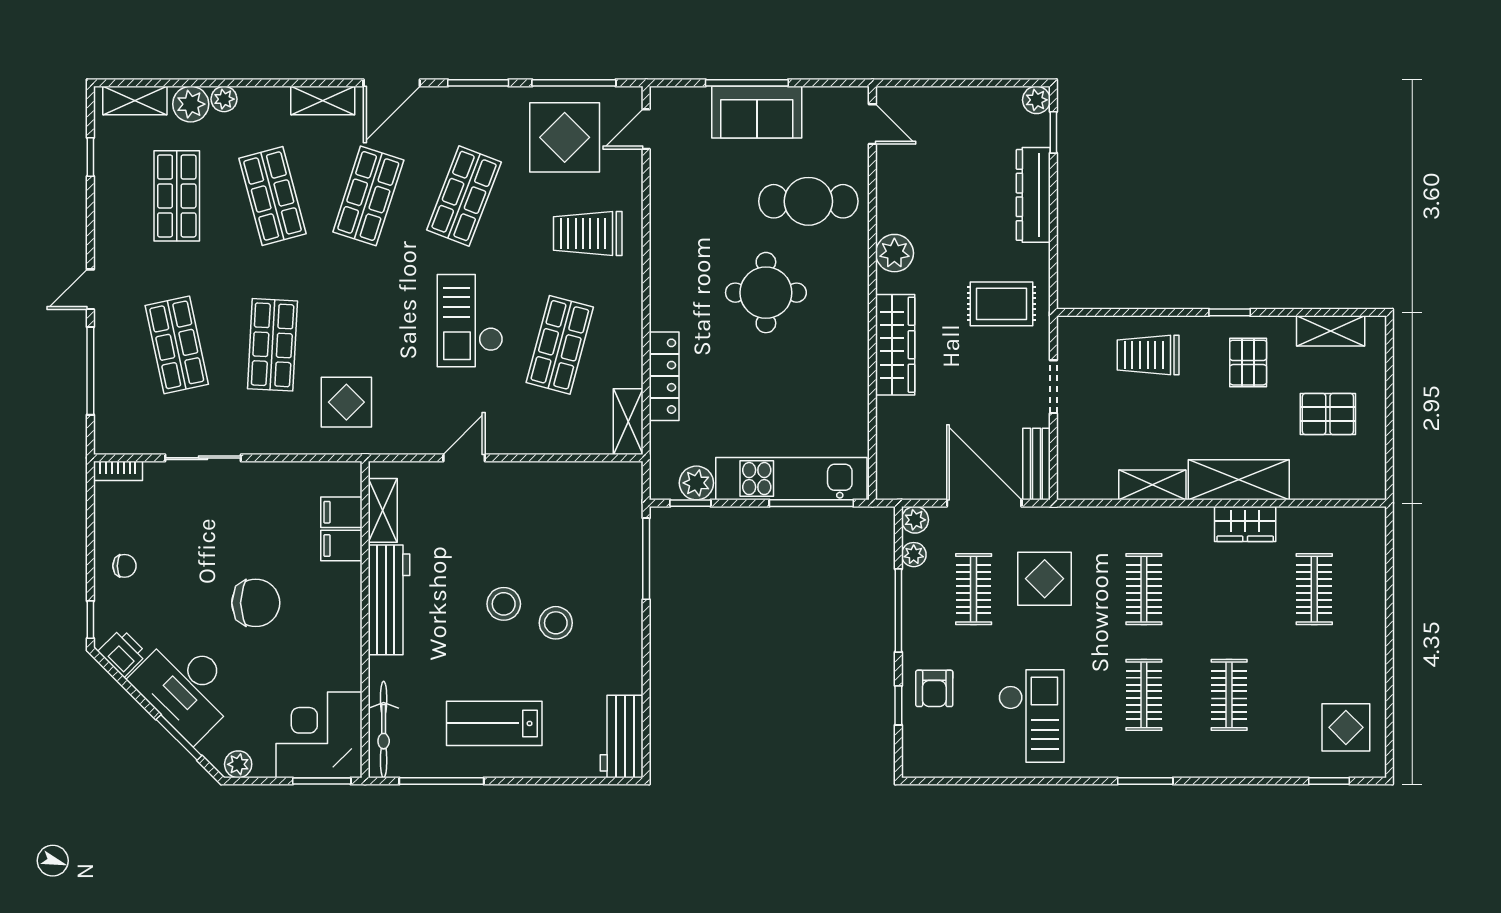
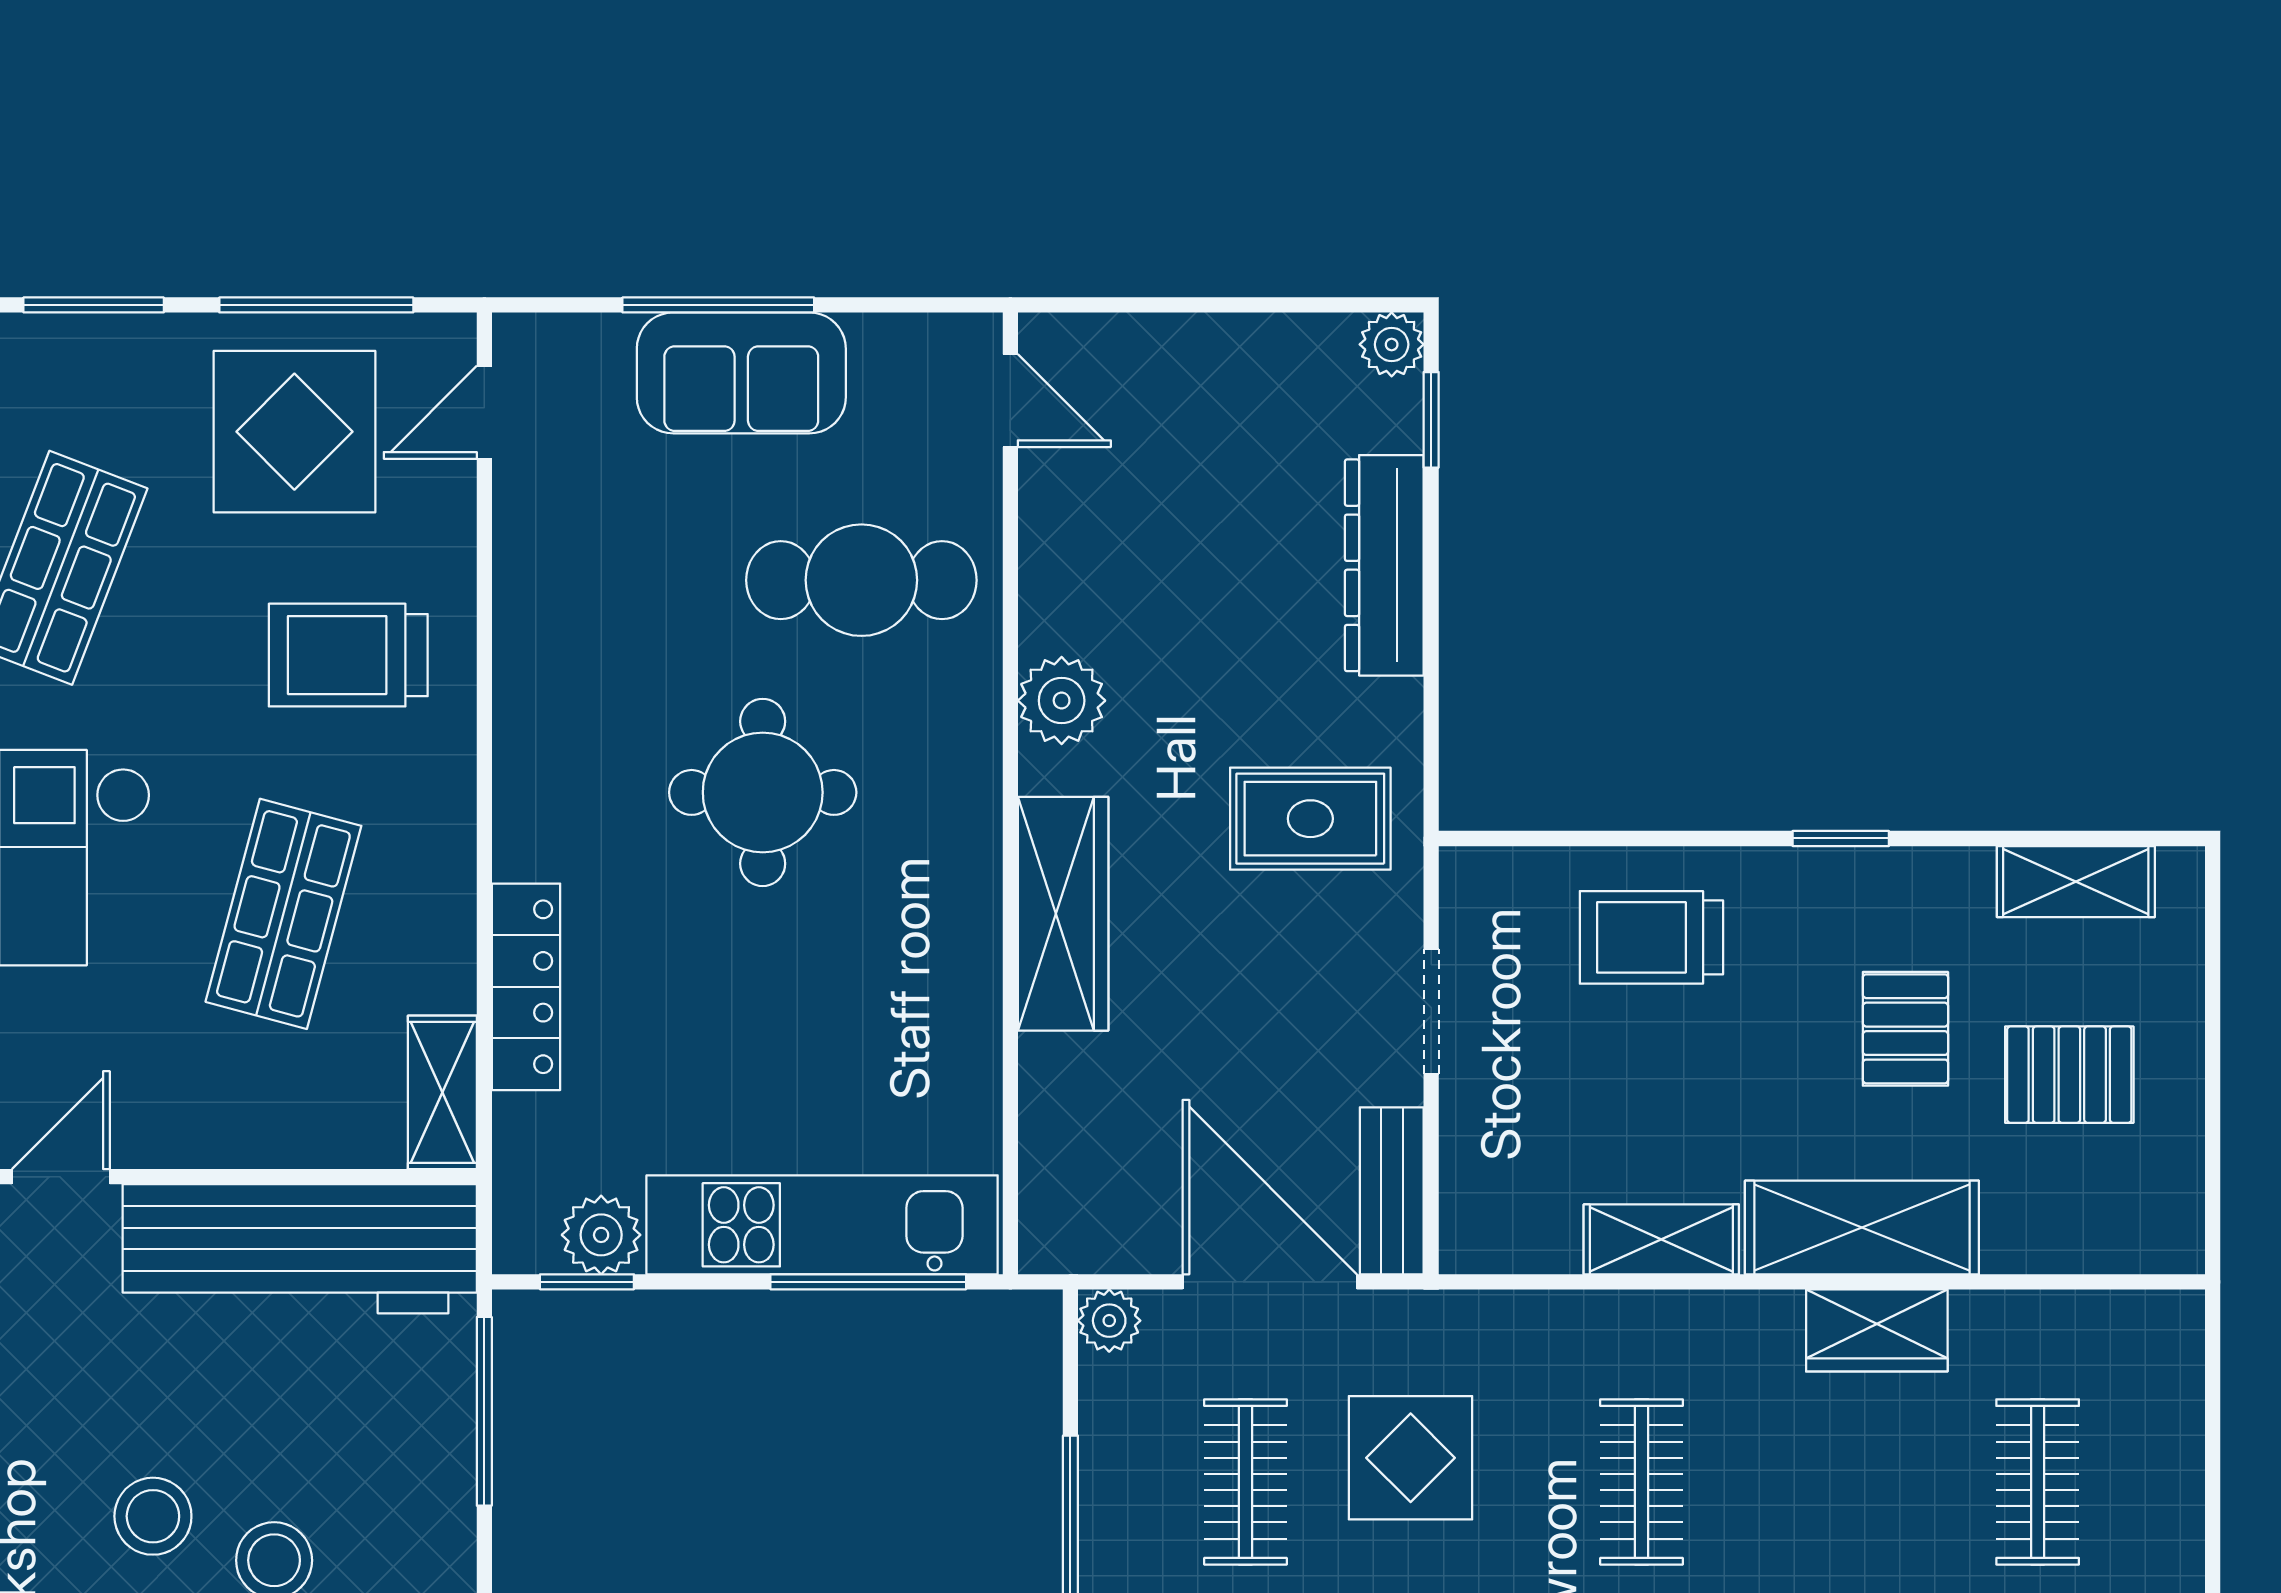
pallet: (1248, 363) -> (1905, 1029), moved
workbench: (567, 489) -> (300, 1249), added
plant: (914, 555) -> (1106, 1402), removed

